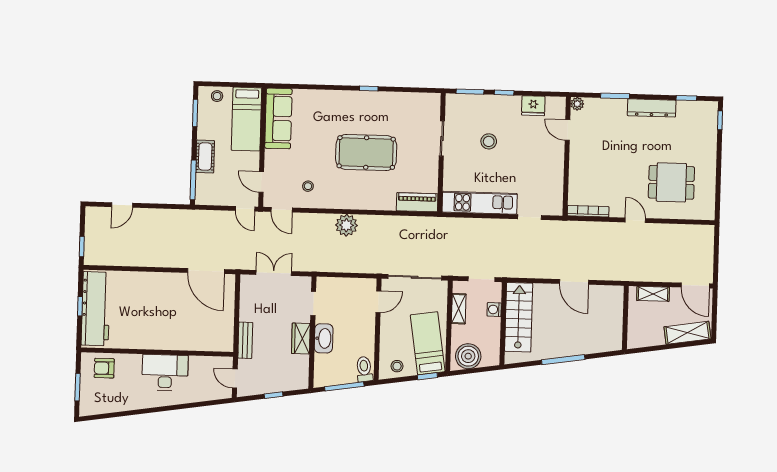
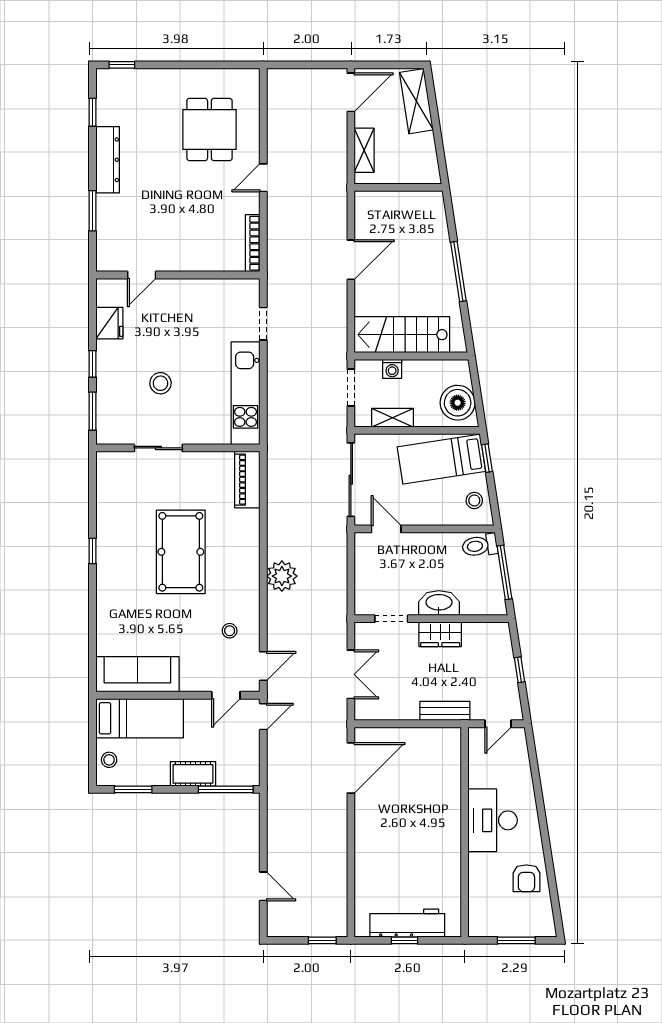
plant: (577, 104) -> (105, 263), removed
double door: (274, 273) -> (351, 674), swing flipped
workbench: (96, 309) -> (407, 923), width x0.73, depth x0.76
armchair: (104, 368) -> (526, 878), moved

